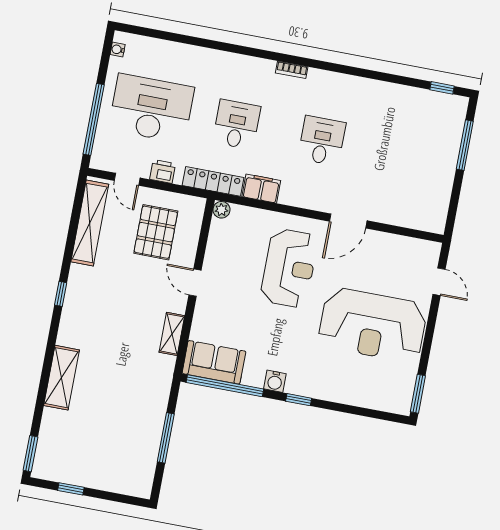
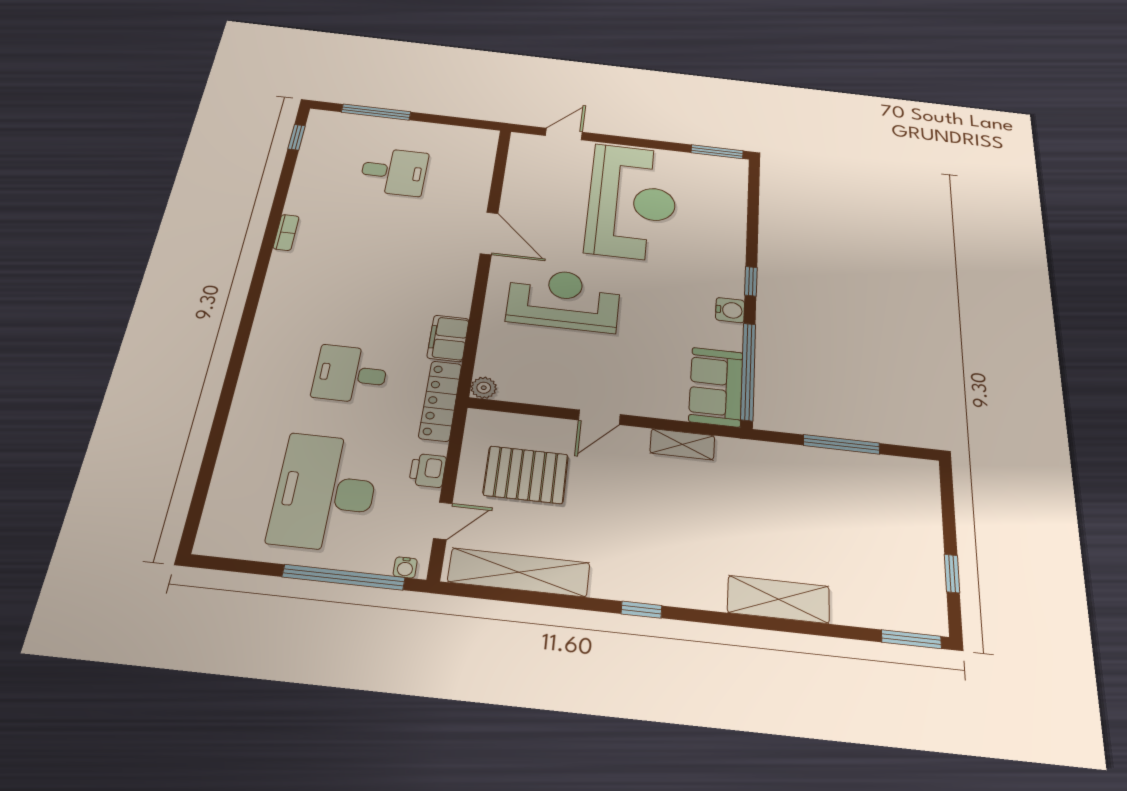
water cooler: (118, 50) -> (405, 567), moved
bookcase: (292, 70) -> (286, 232), moved
desk: (322, 141) -> (394, 172), moved, turned 180

